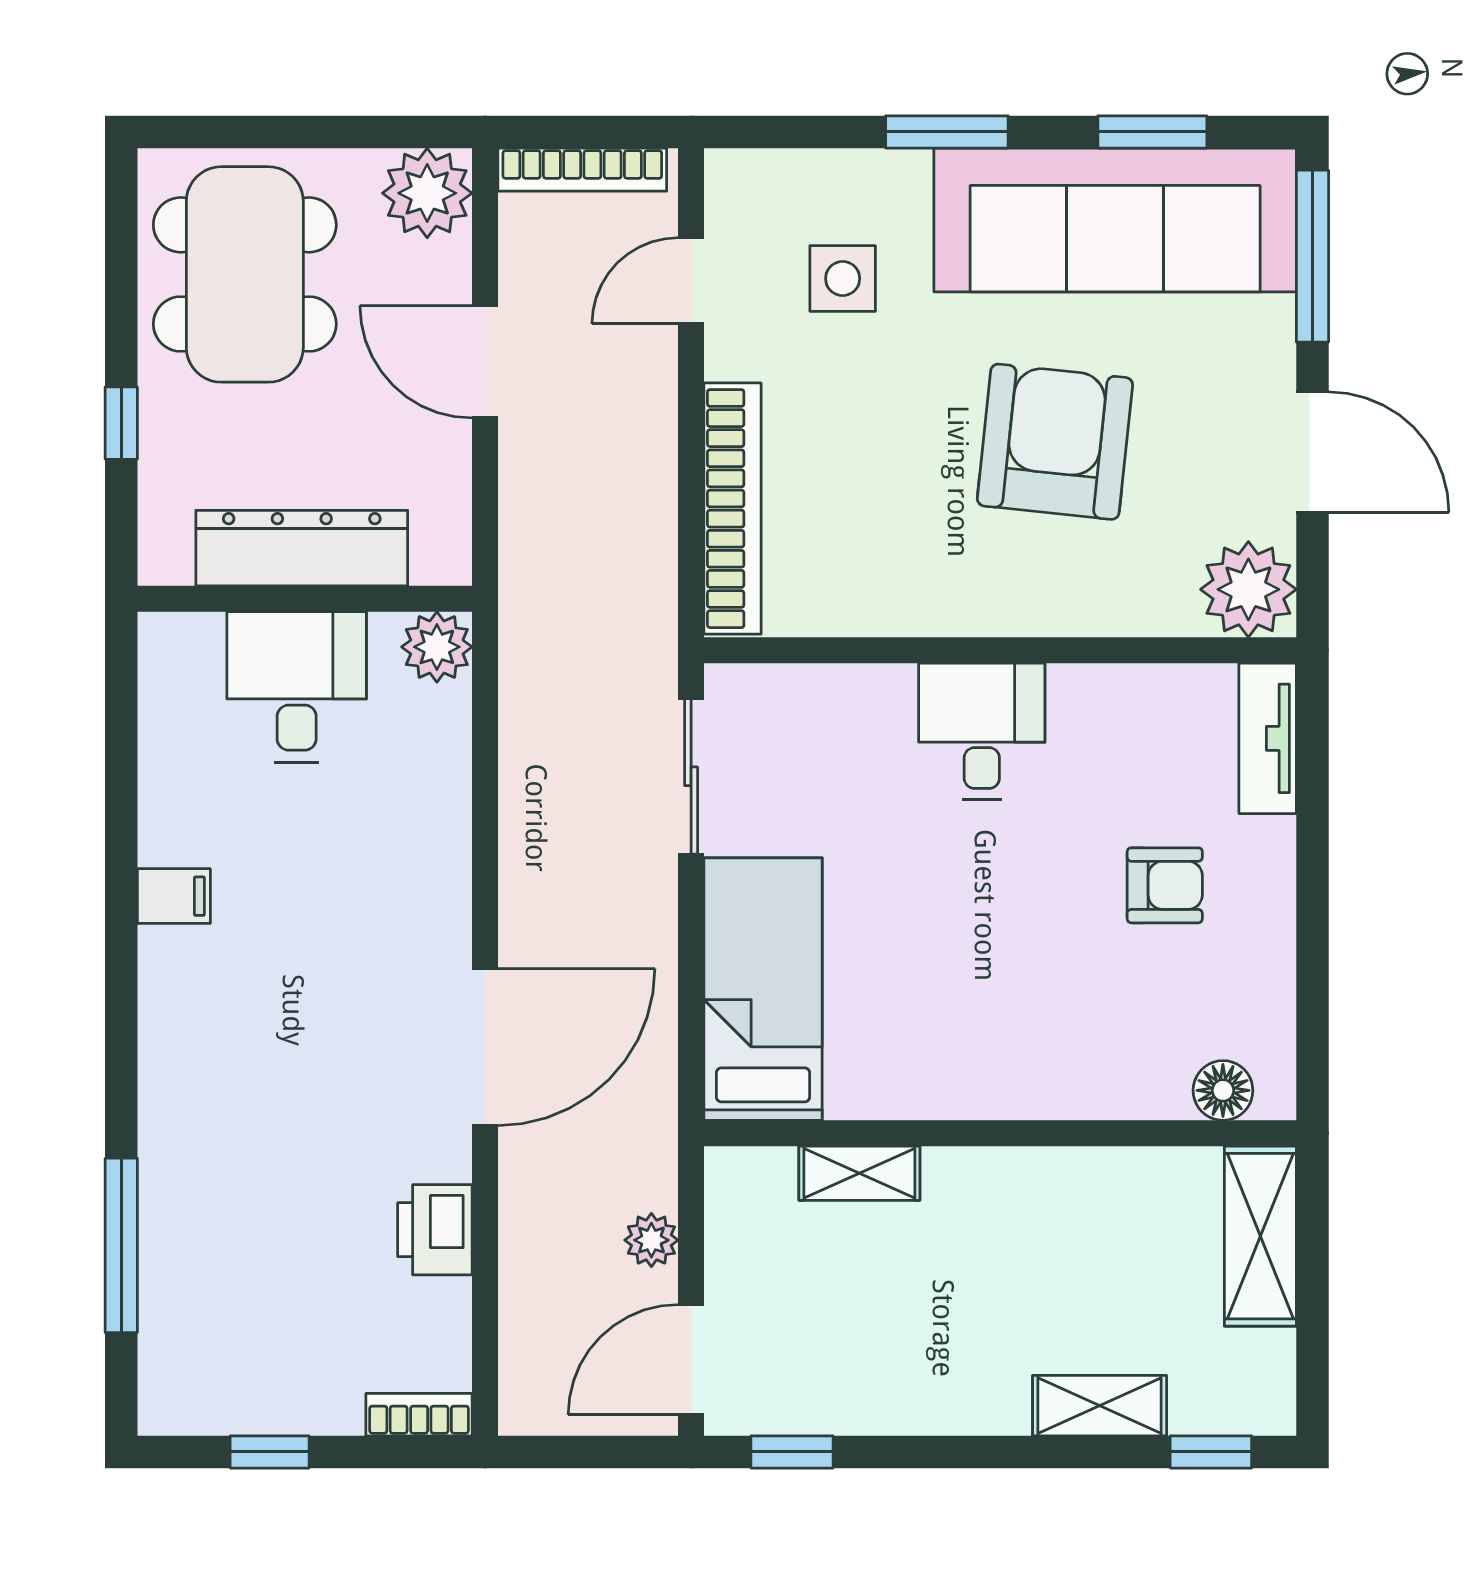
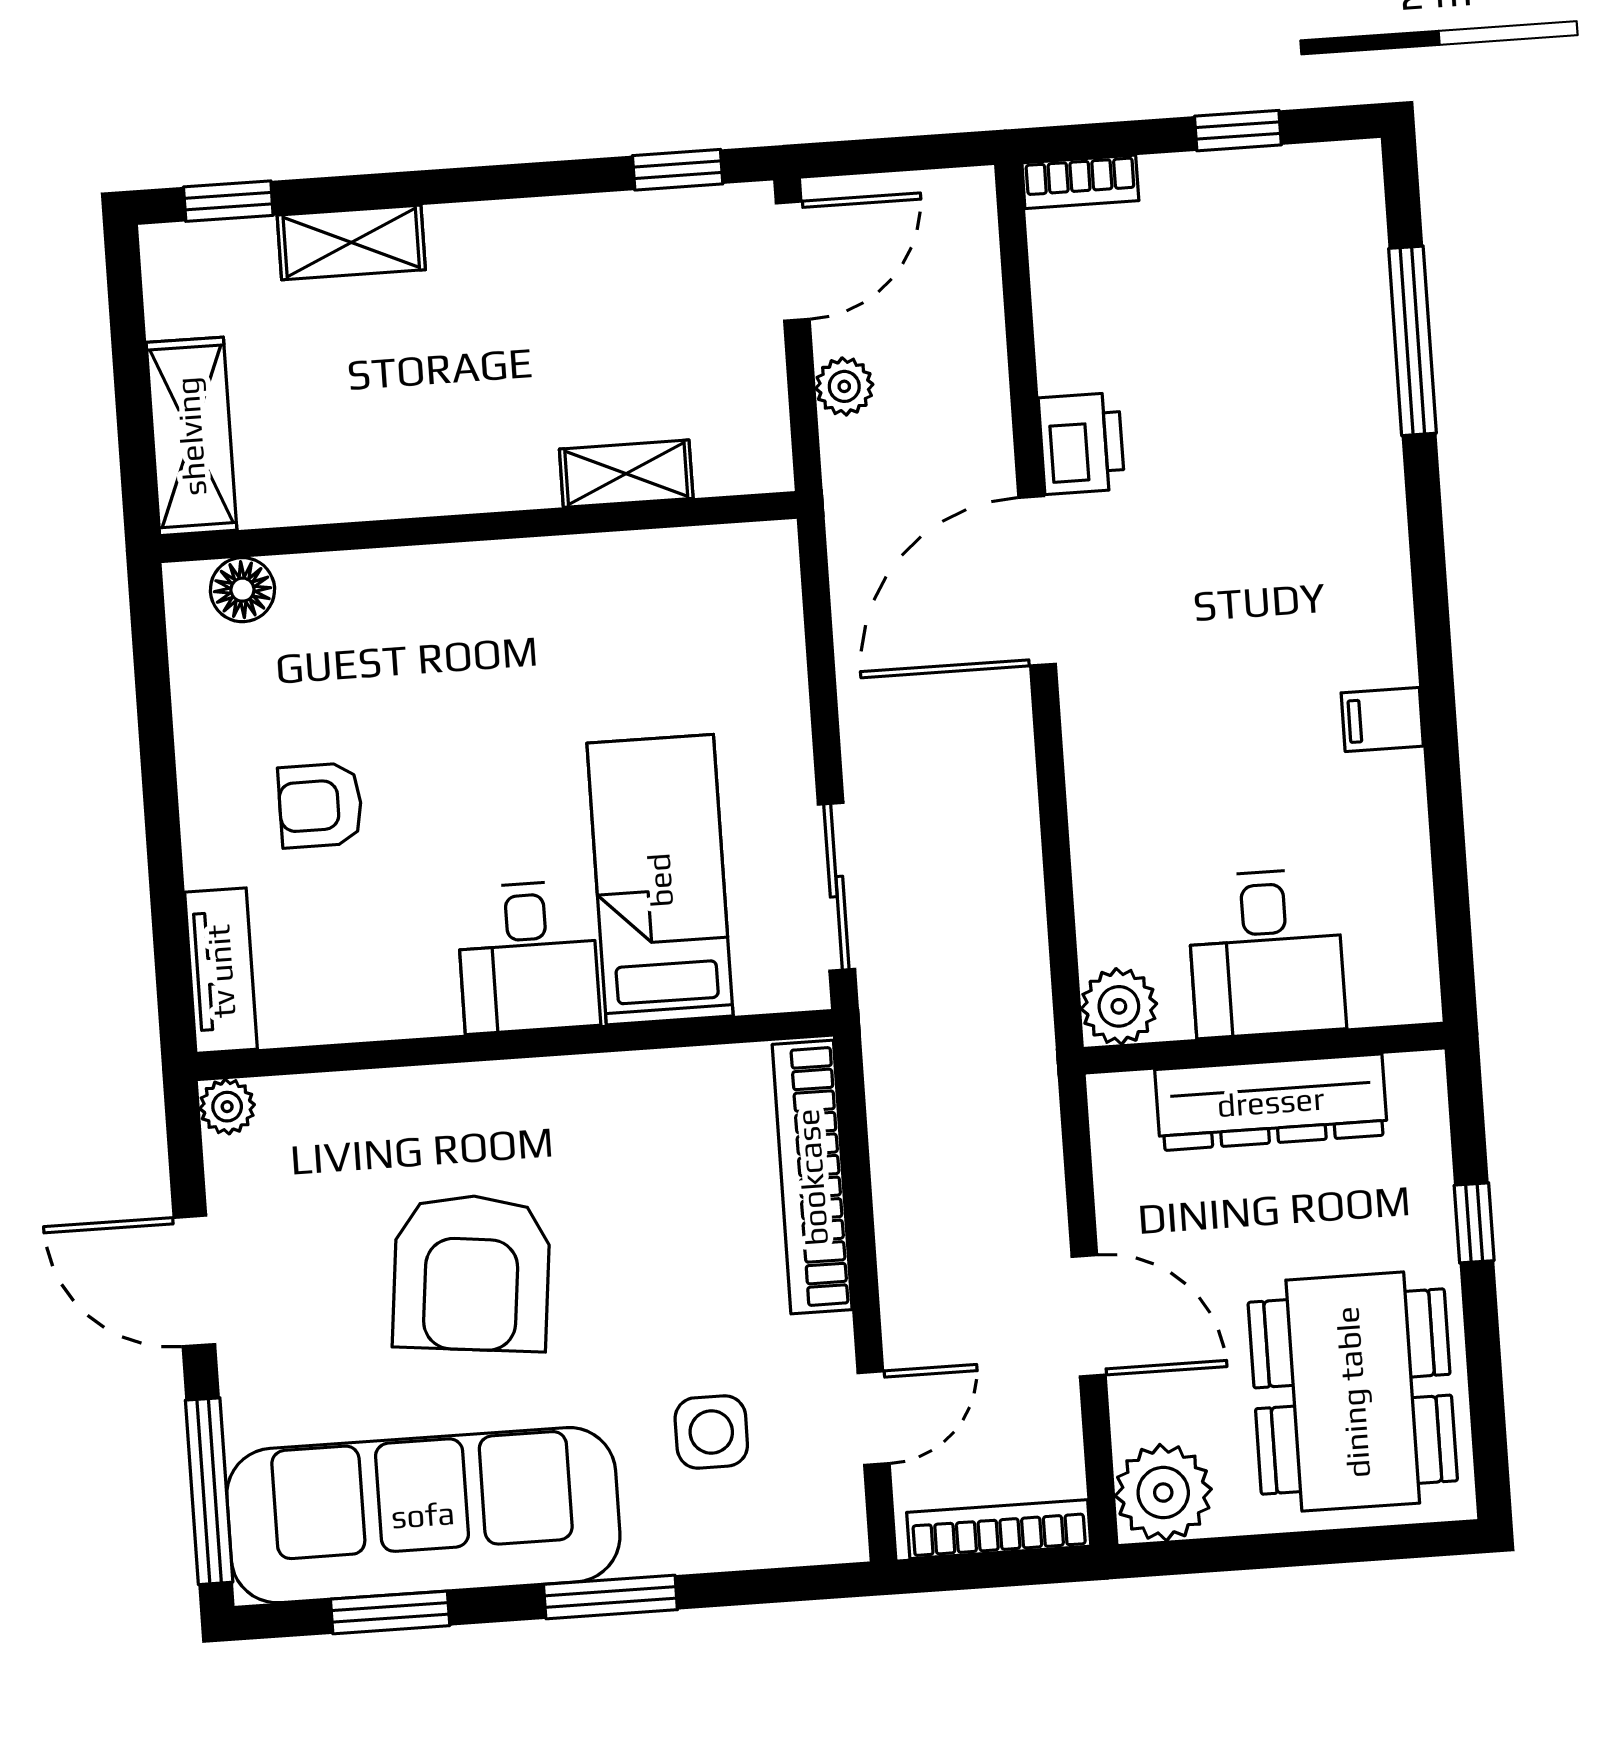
plant: (1248, 589) -> (227, 1107), width x0.53, depth x0.53
bed: (763, 989) -> (660, 880), moved, turned 180
printer: (435, 1230) -> (1082, 443), moved

